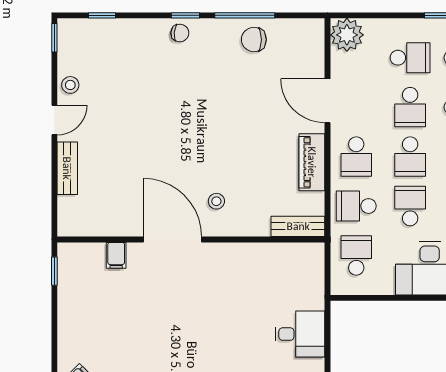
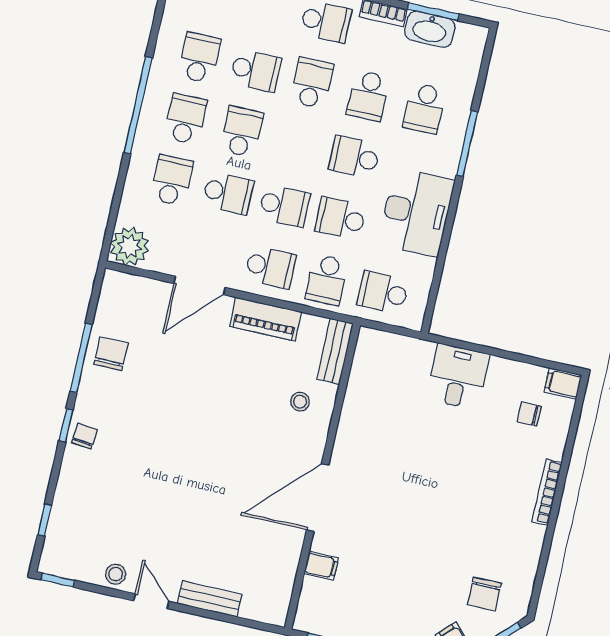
chair: (254, 40) -> (111, 354), turned 180
stool: (216, 201) -> (300, 402), moved

